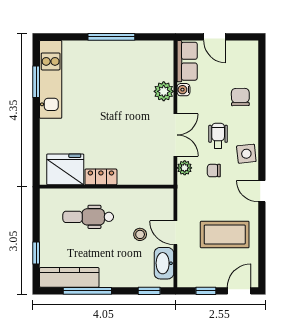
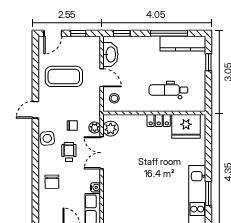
plant: (164, 91) -> (111, 129), moved
wheelchair: (218, 136) -> (69, 152), turned 180
door: (262, 191) -> (35, 110), swing flipped
dental chair: (88, 217) -> (168, 90), turned 180
stool: (140, 234) -> (114, 98), moved

